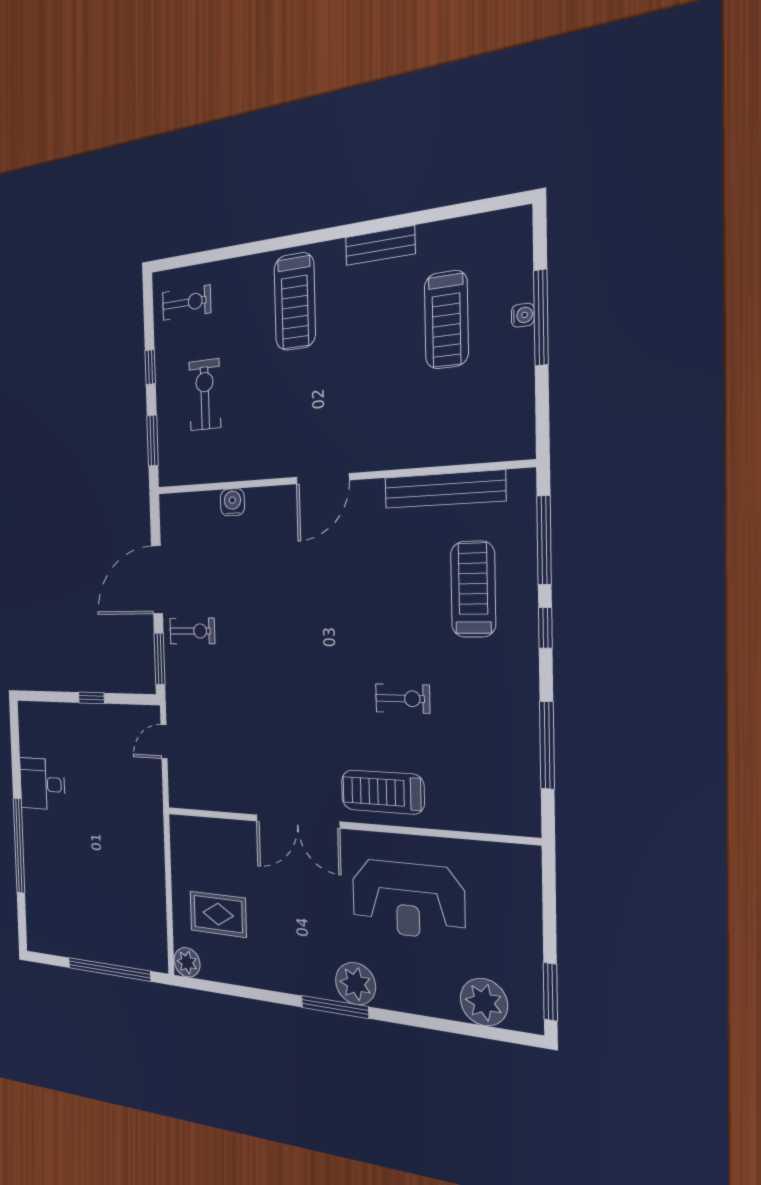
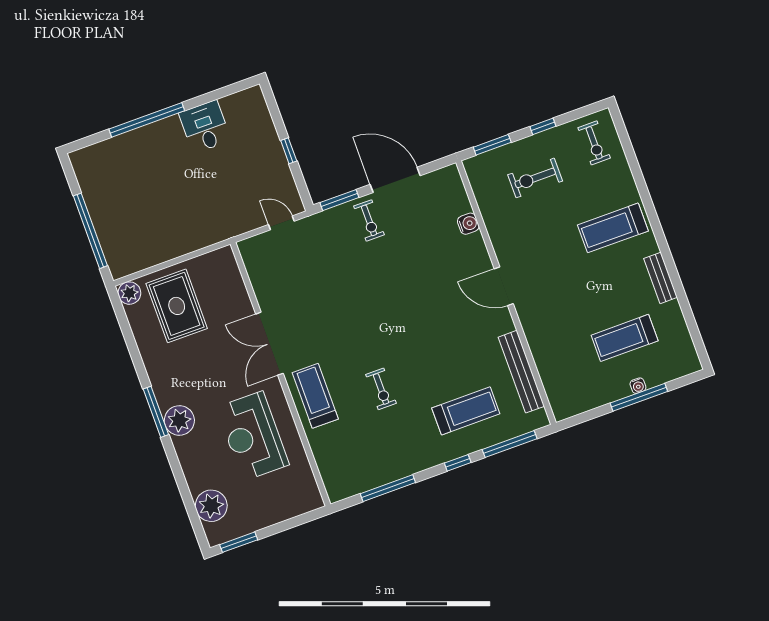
exercise bike: (205, 395) -> (535, 178), turned 180
rug: (218, 914) -> (177, 306), width x1.36, depth x1.43

